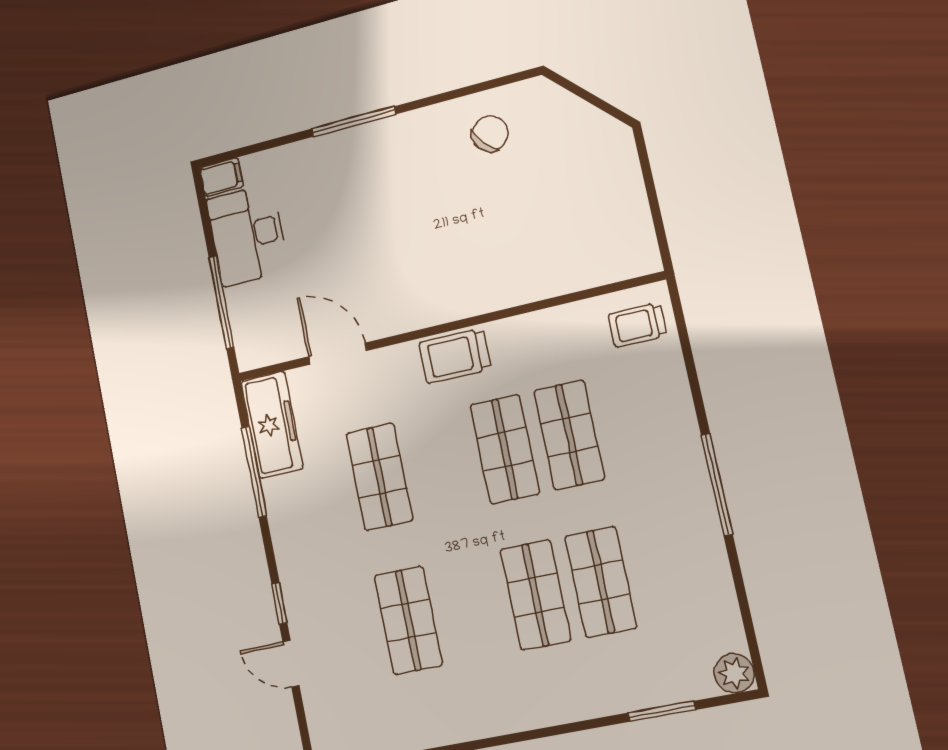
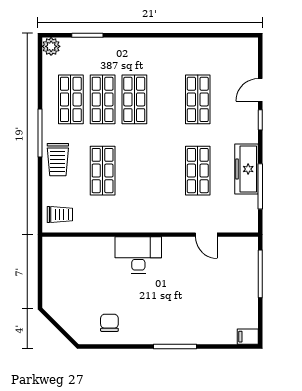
chair: (490, 134) -> (109, 323), turned 129
desk: (248, 235) -> (138, 255), moved, turned -90
door: (338, 354) -> (206, 235), width x0.73
trolley: (455, 356) -> (58, 160), moved, turned 90
freezer: (272, 425) -> (247, 169), moved
shop shelf: (505, 449) -> (71, 99), moved
door: (291, 664) -> (260, 90), swing flipped

